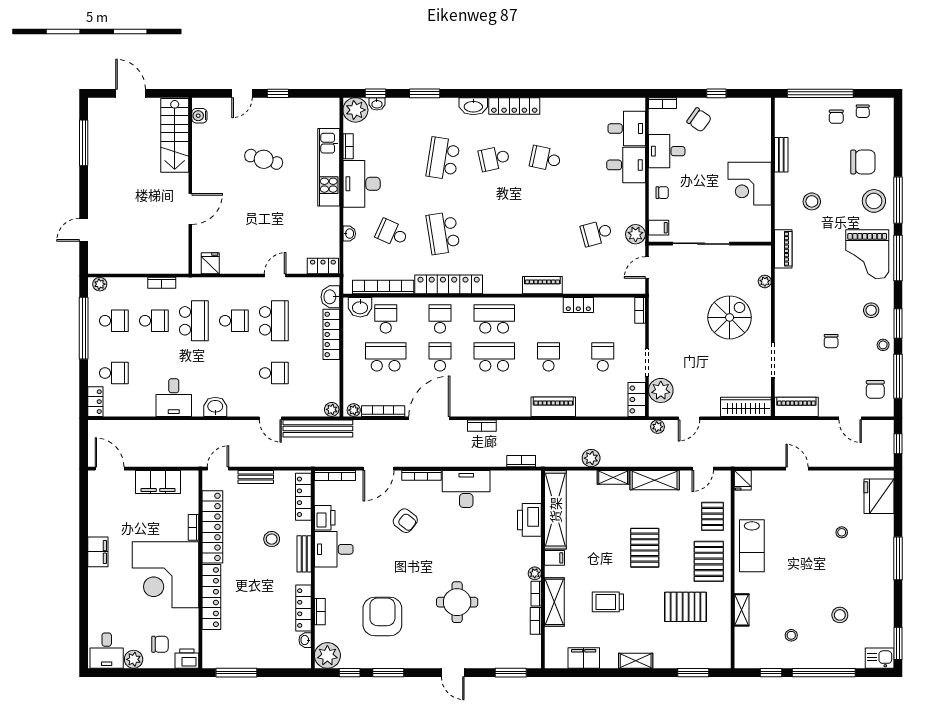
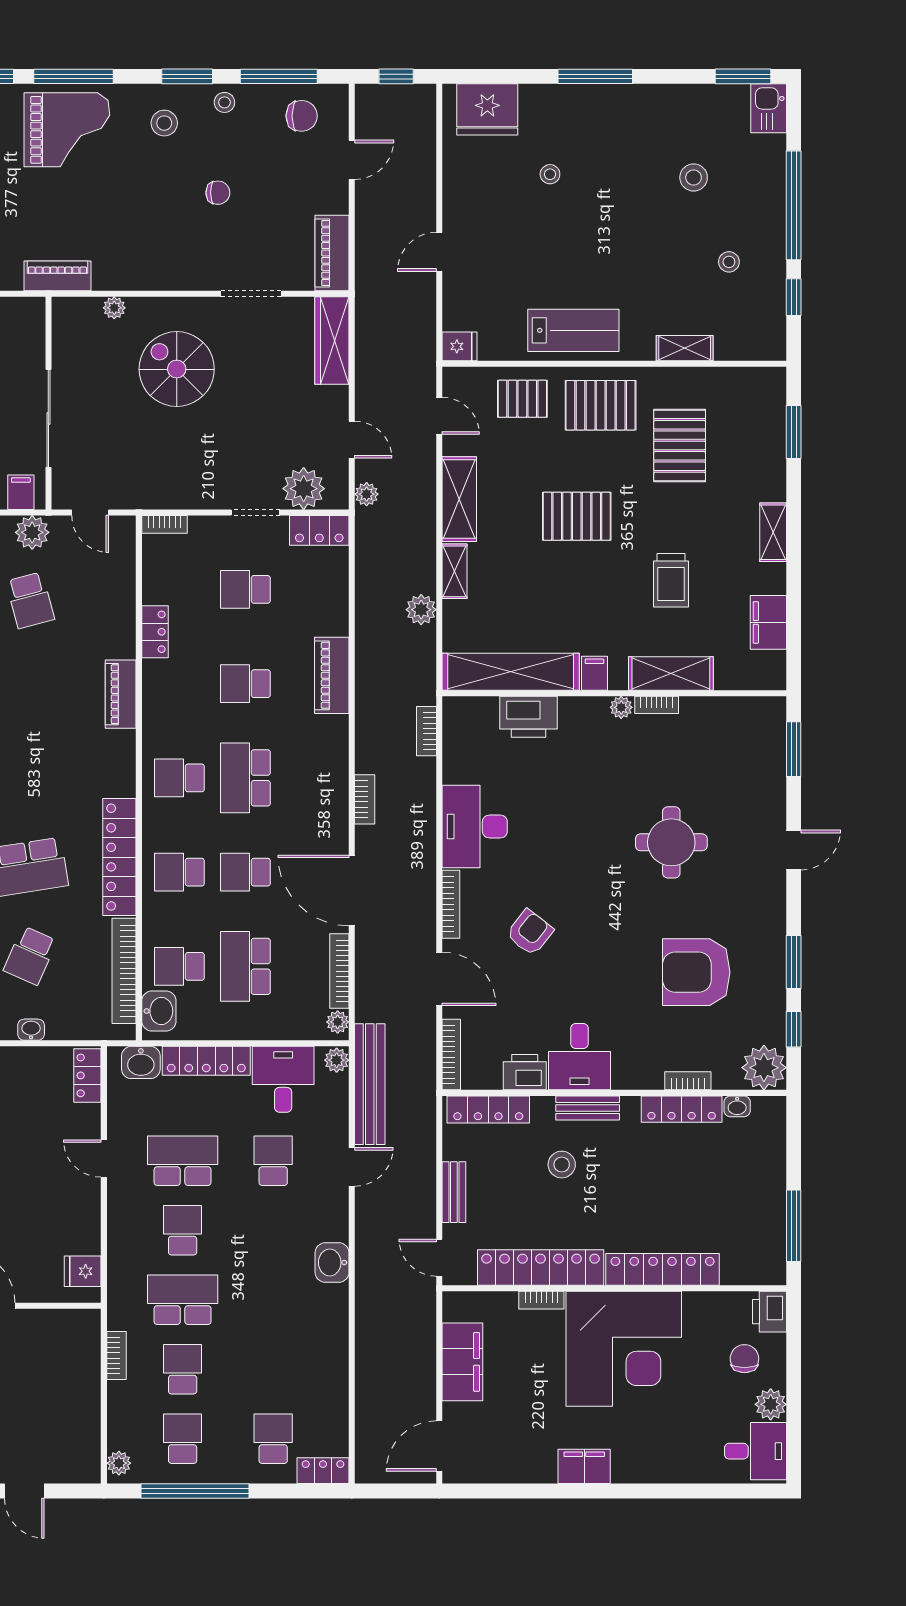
school desk: (494, 319) -> (179, 778), width x0.54
desk: (174, 398) -> (283, 1079), moved, turned -90
bookcase: (536, 621) -> (704, 706), removed

